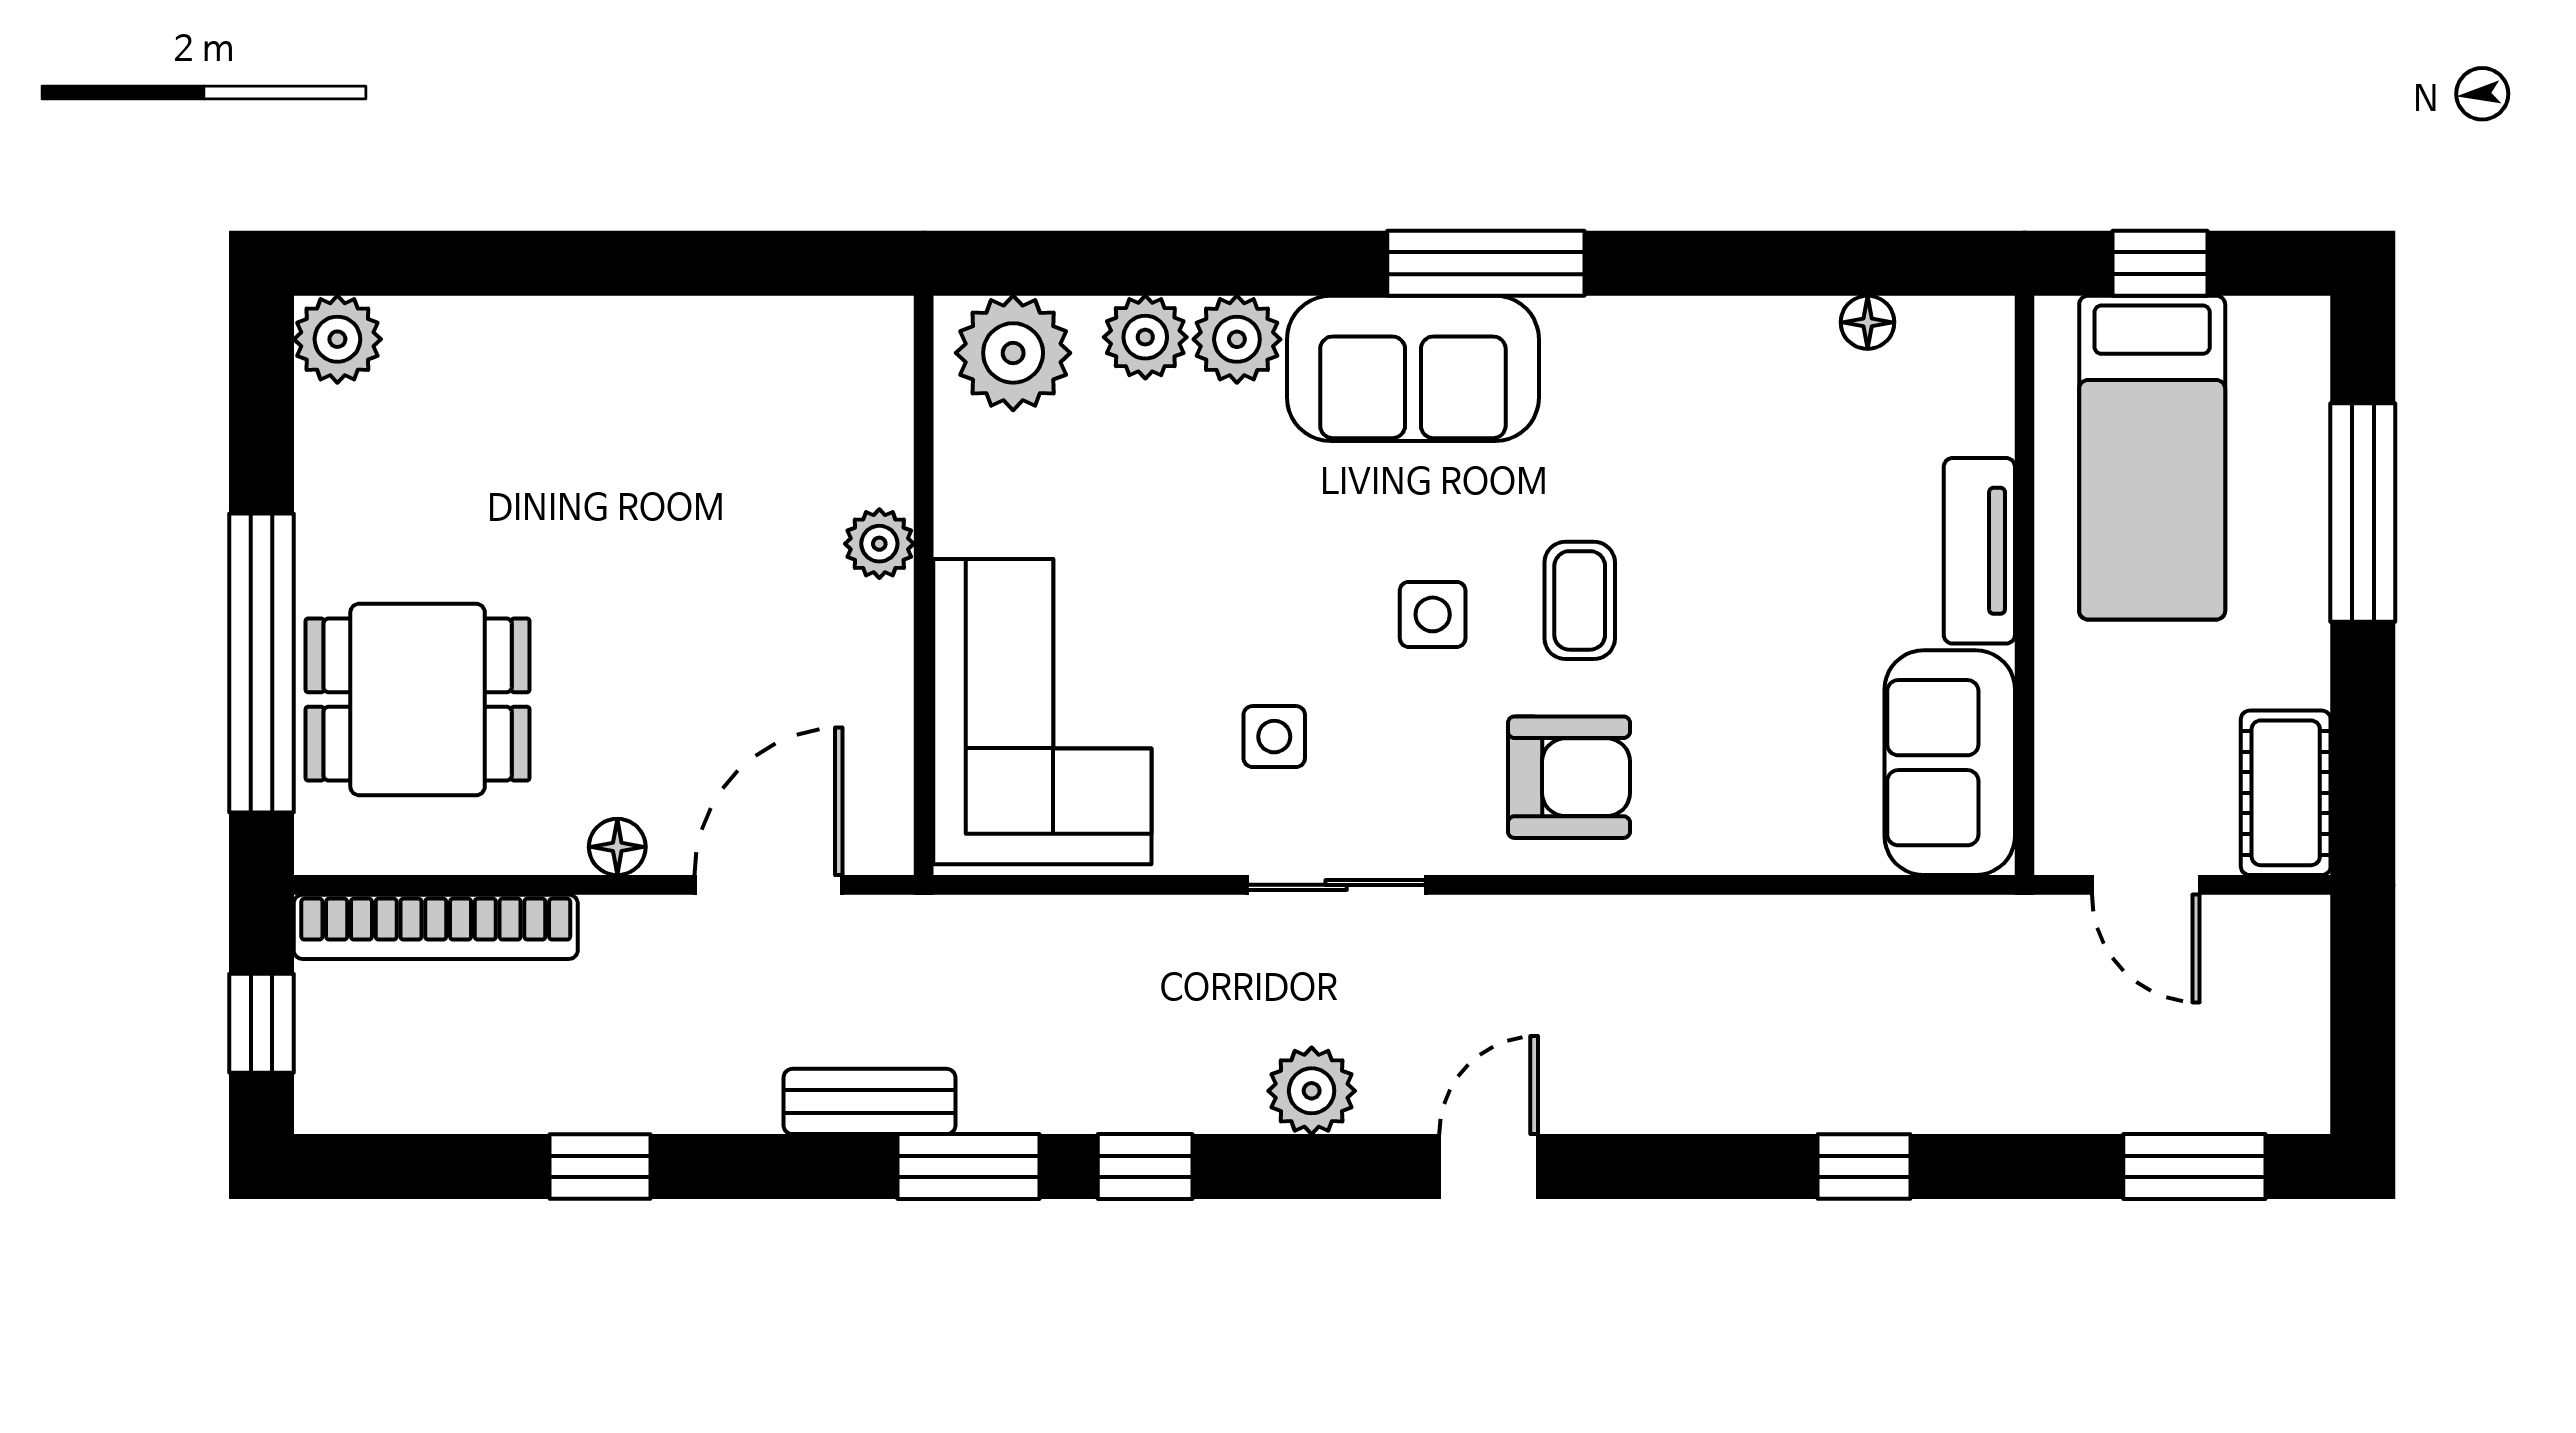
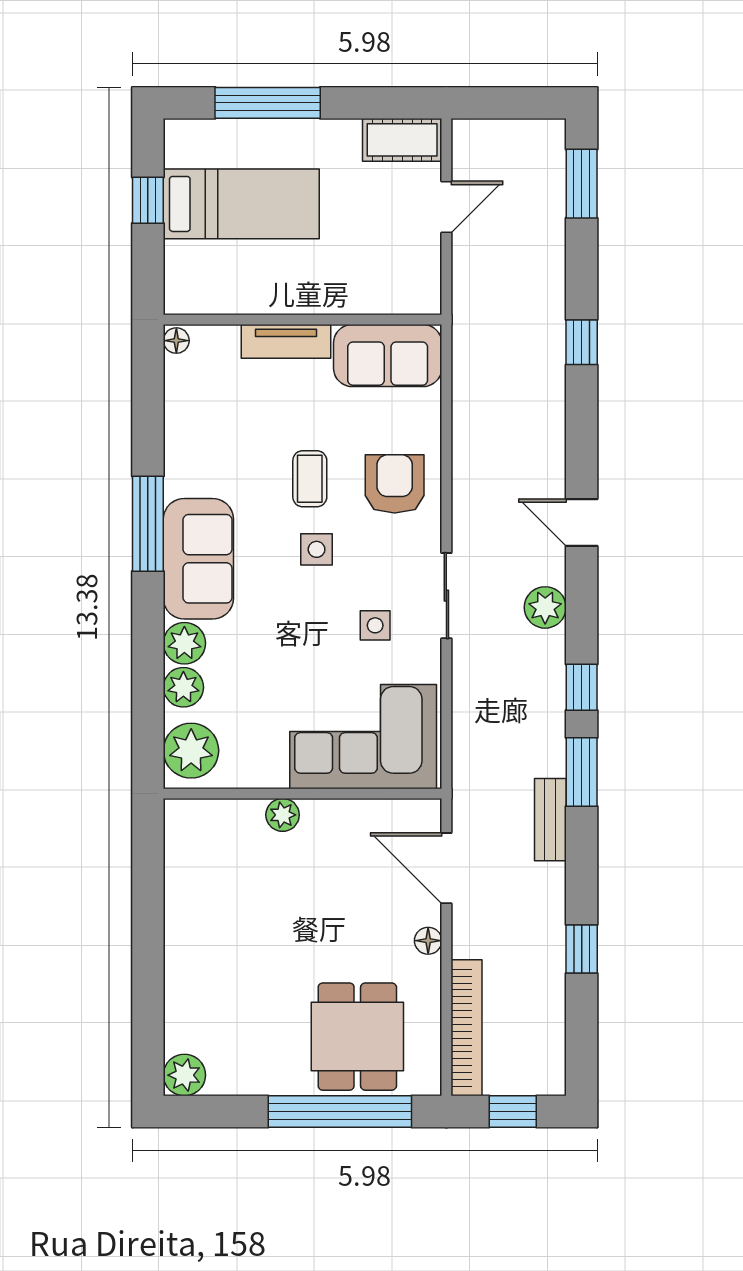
tv unit: (1979, 551) -> (286, 341), moved
wall: (2024, 585) -> (303, 320), moved
coffee table: (1580, 600) -> (310, 479), turned 90
sofa: (1950, 763) -> (388, 356), moved

